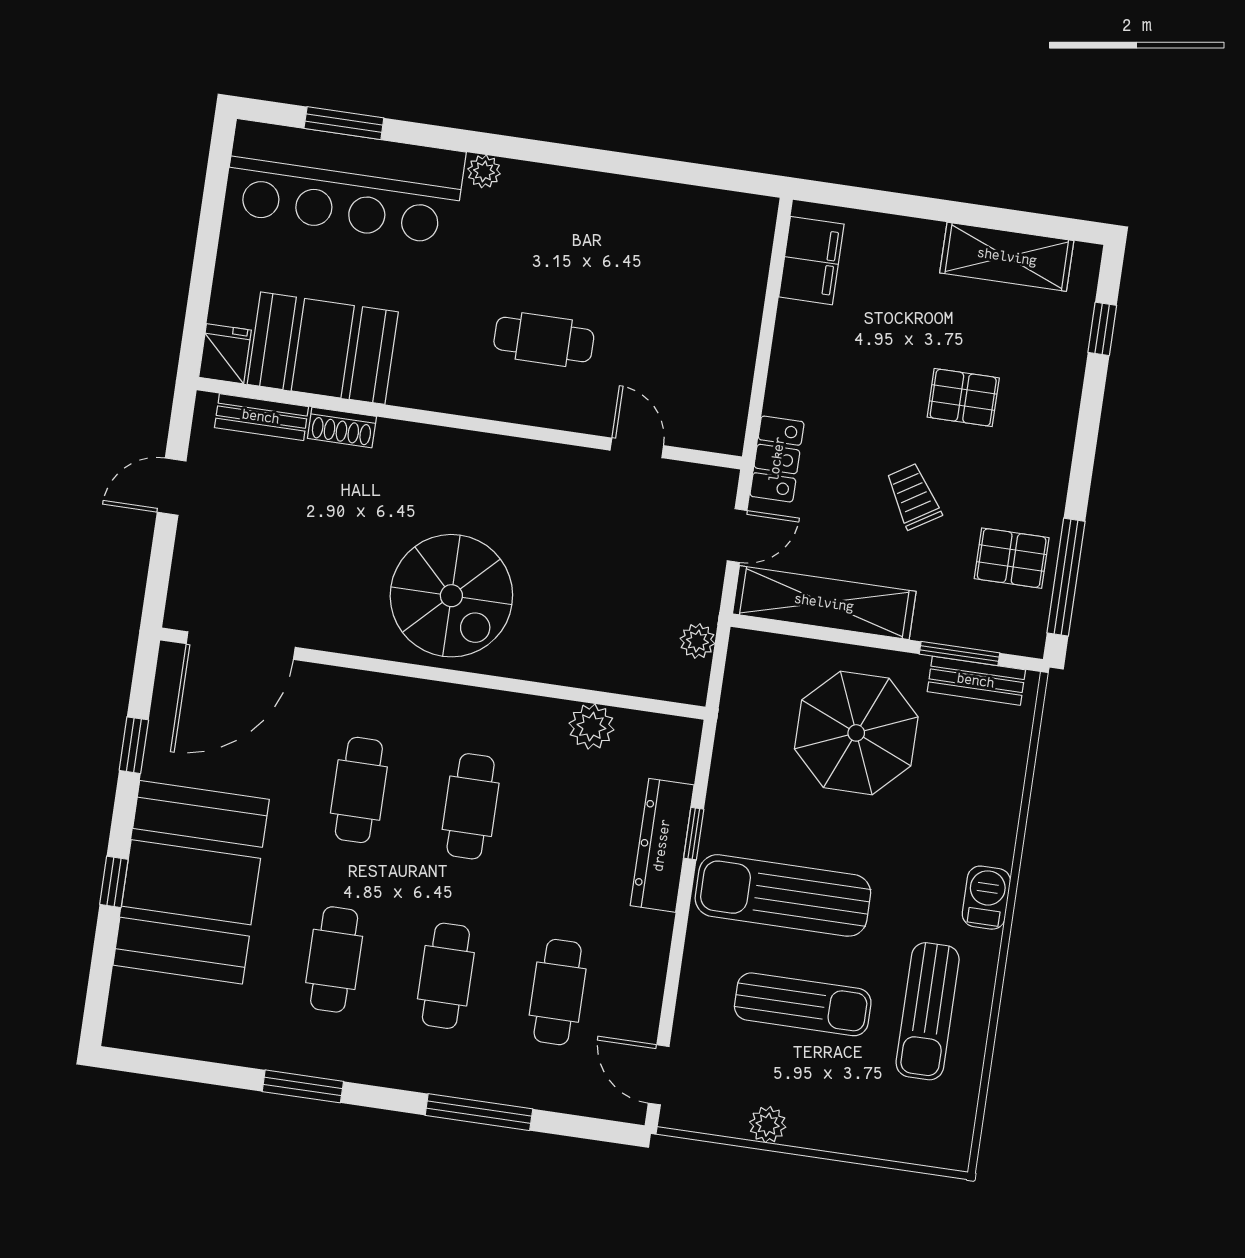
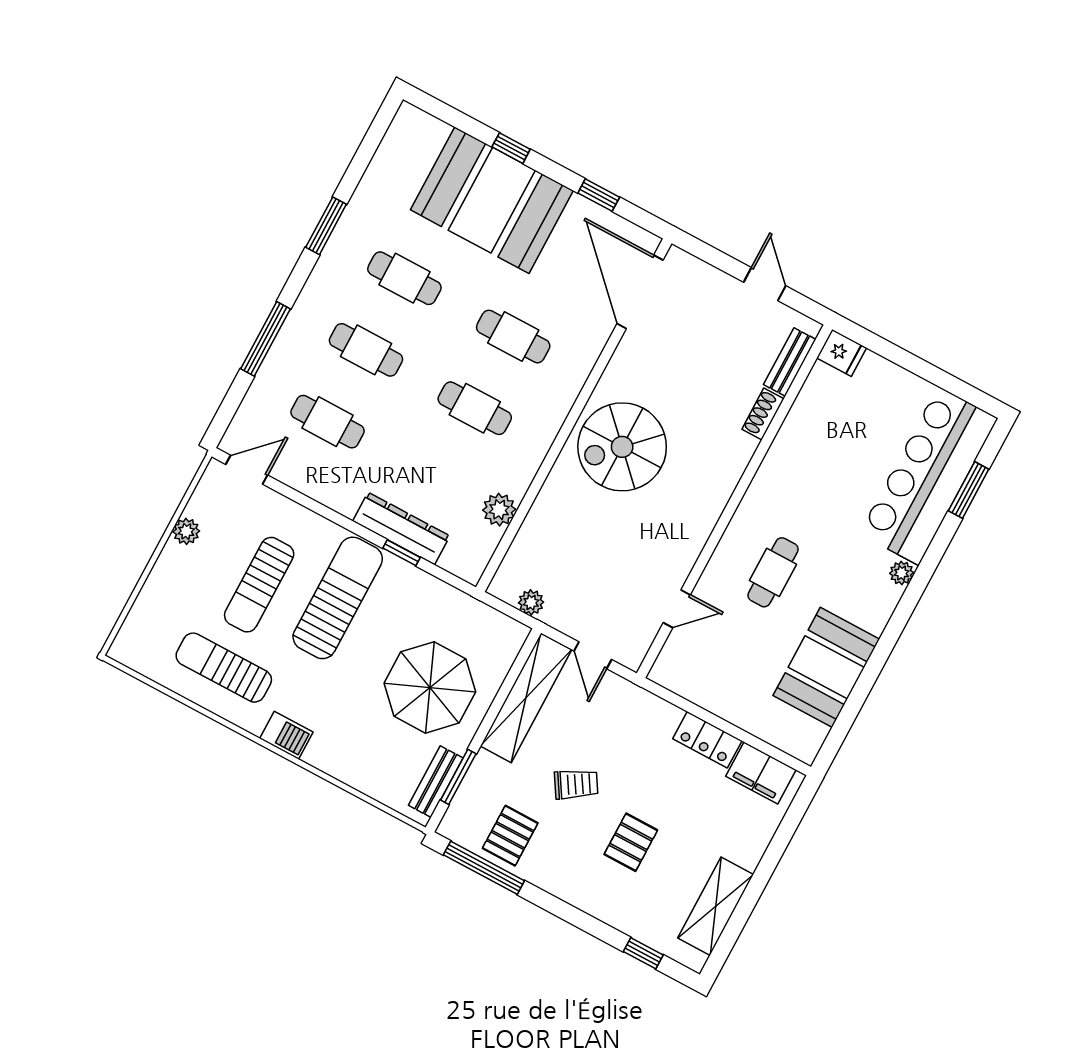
booth: (323, 348) -> (826, 667), moved
locker: (777, 459) -> (707, 740), moved

